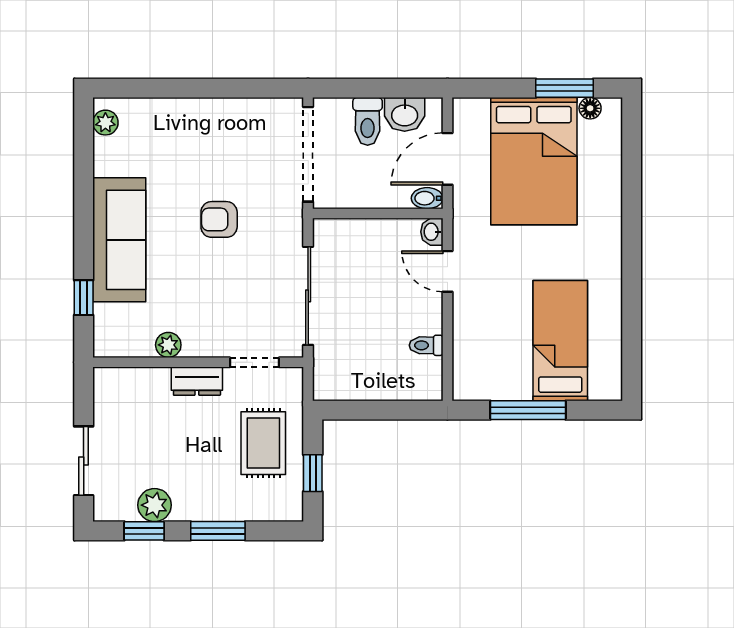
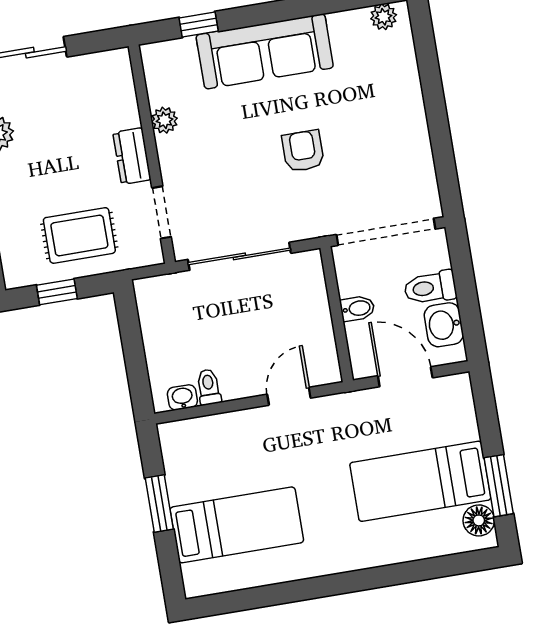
floor lamp: (590, 108) -> (479, 520), width x1.37, depth x1.37
bed: (534, 161) -> (420, 481), width x0.67
bidet: (427, 198) -> (357, 308), moved, turned 90
washbasin: (432, 232) -> (182, 397), moved
window: (528, 410) -> (159, 504), width x0.69

